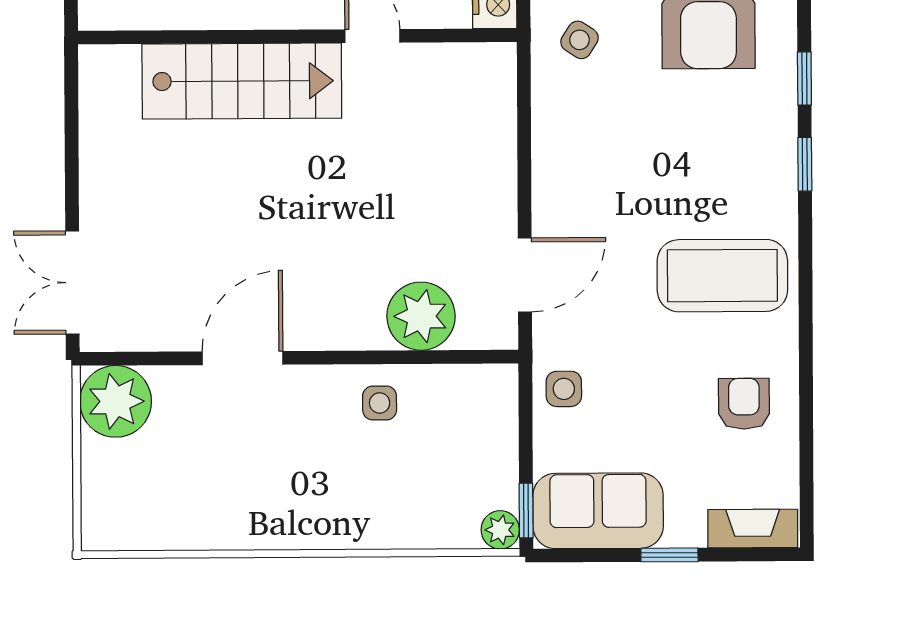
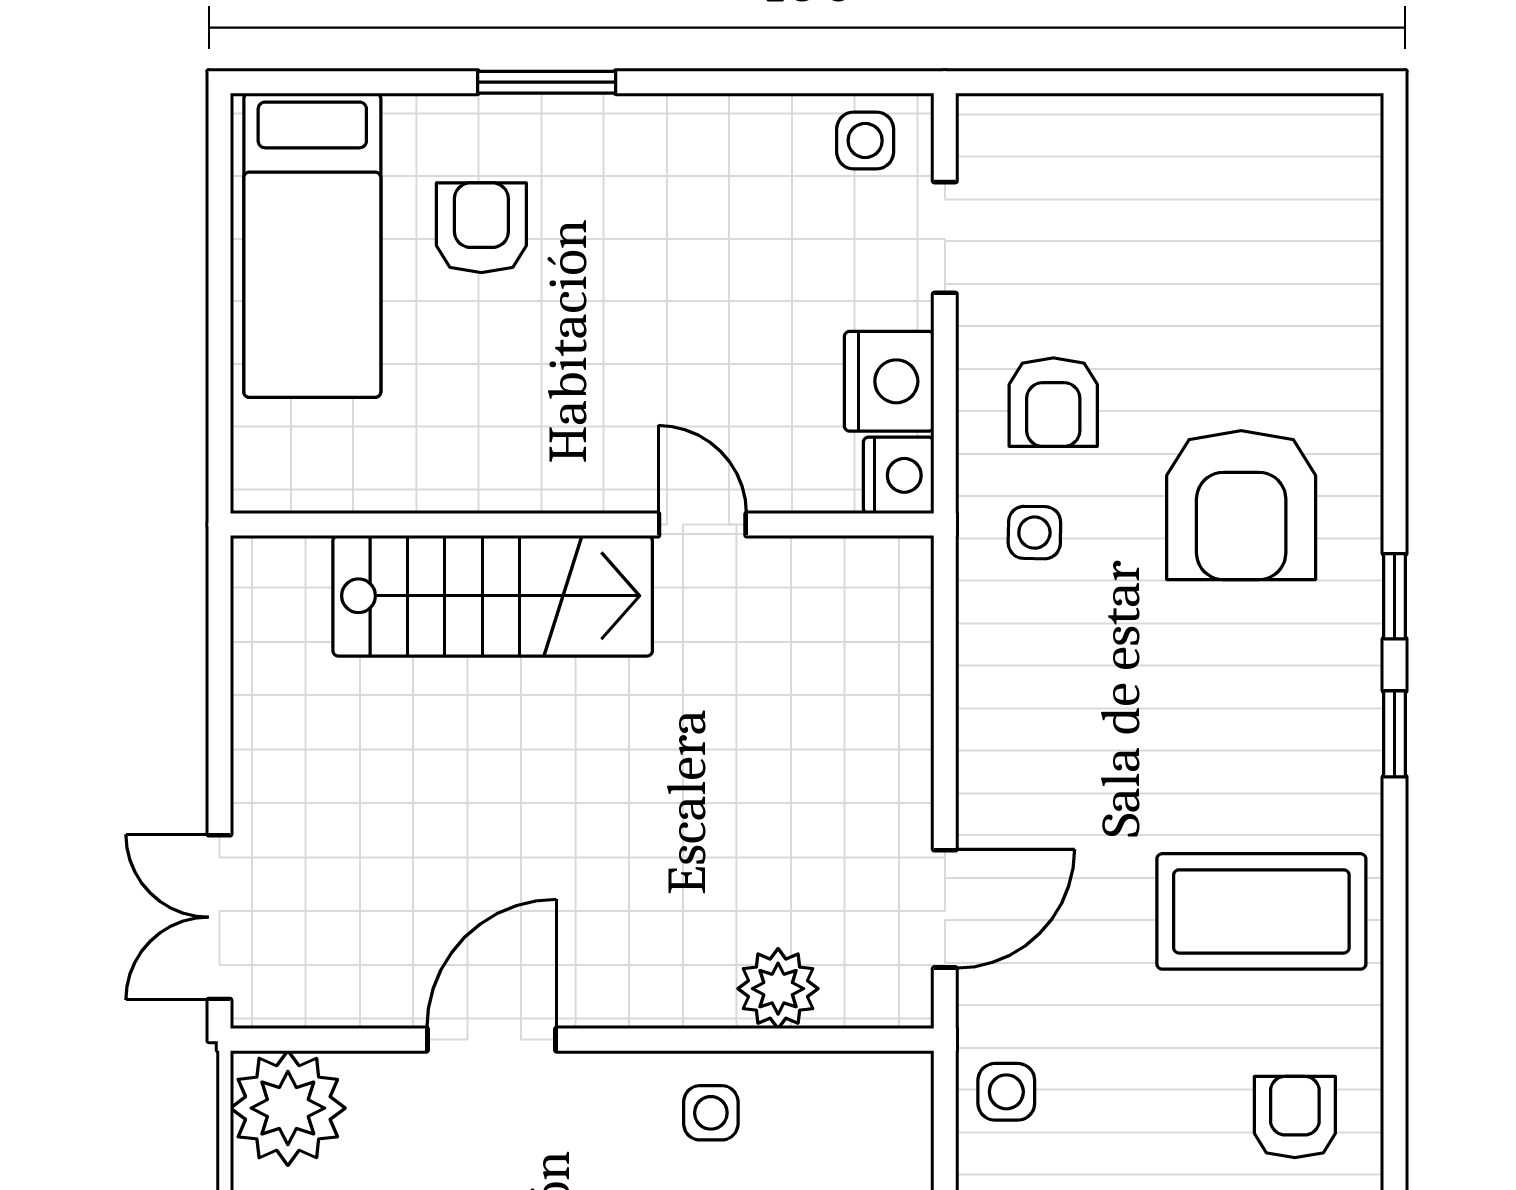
side table: (580, 40) -> (1034, 533), turned -32
plant: (421, 316) -> (778, 989), width x0.73, depth x0.73

